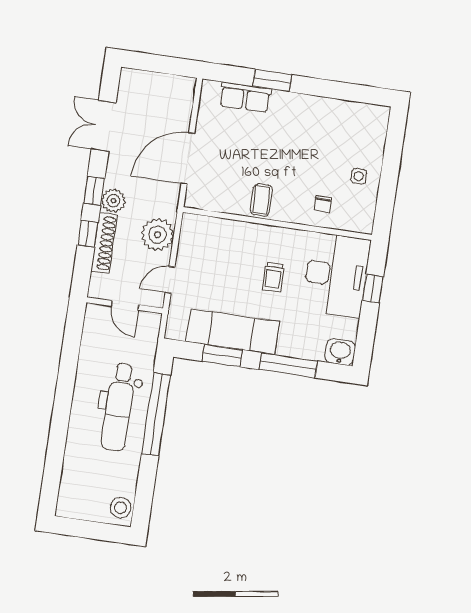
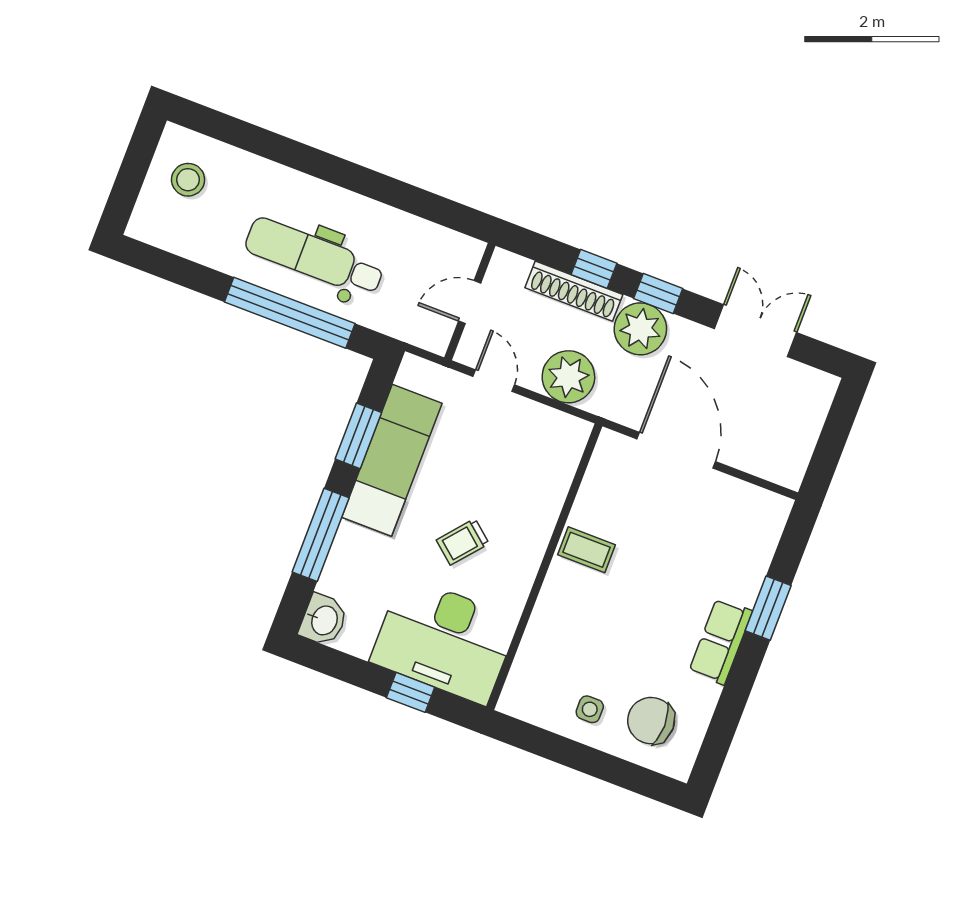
row of seats: (245, 97) -> (721, 641), moved
plant: (113, 201) -> (640, 329), width x1.36, depth x1.36
chair: (323, 204) -> (651, 721), moved, width x1.87, depth x1.87
trolley: (273, 277) -> (463, 542), turned -50
stool: (121, 508) -> (188, 180), moved

